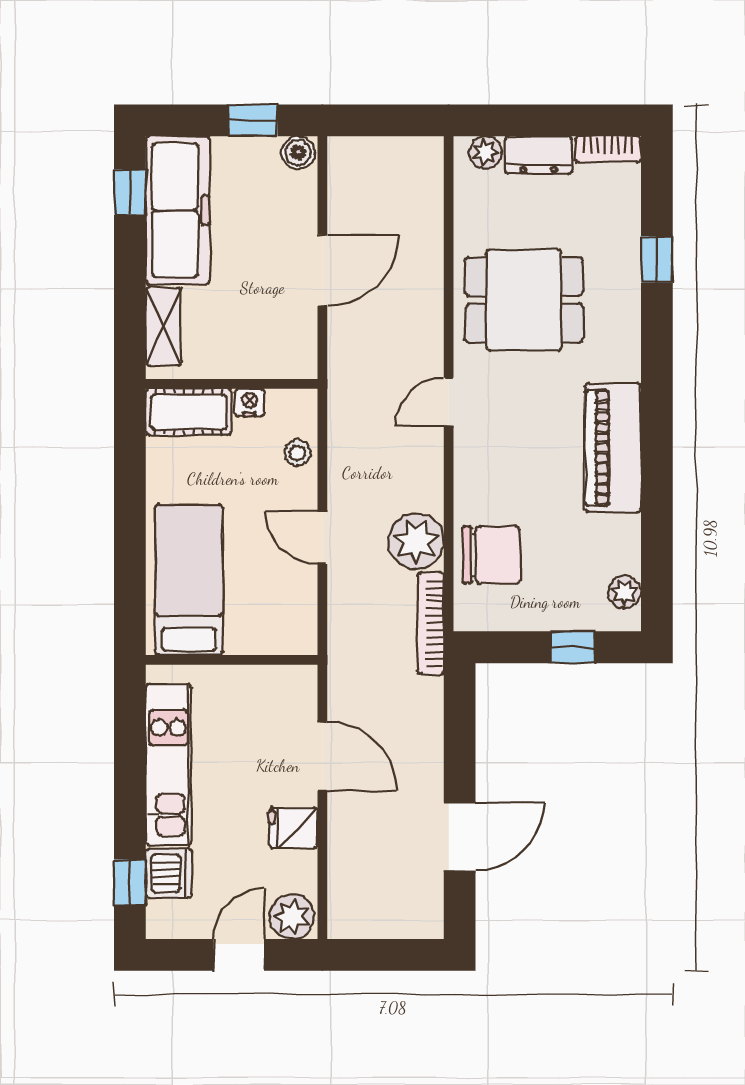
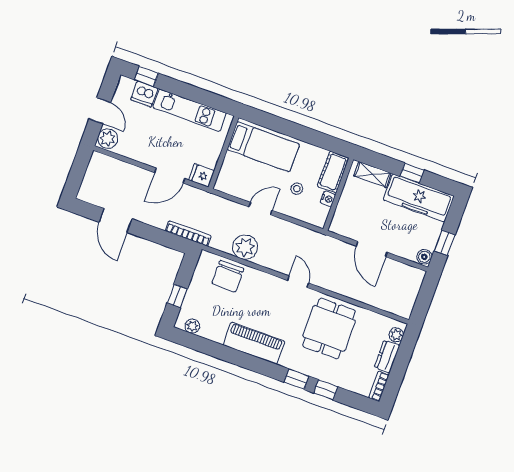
window: (130, 192) -> (412, 173), moved
window: (657, 330) -> (296, 379), added
stool: (297, 453) -> (297, 189), moved
bookcase: (431, 623) -> (188, 233), moved
fridge: (293, 828) -> (202, 175), moved, turned -90

